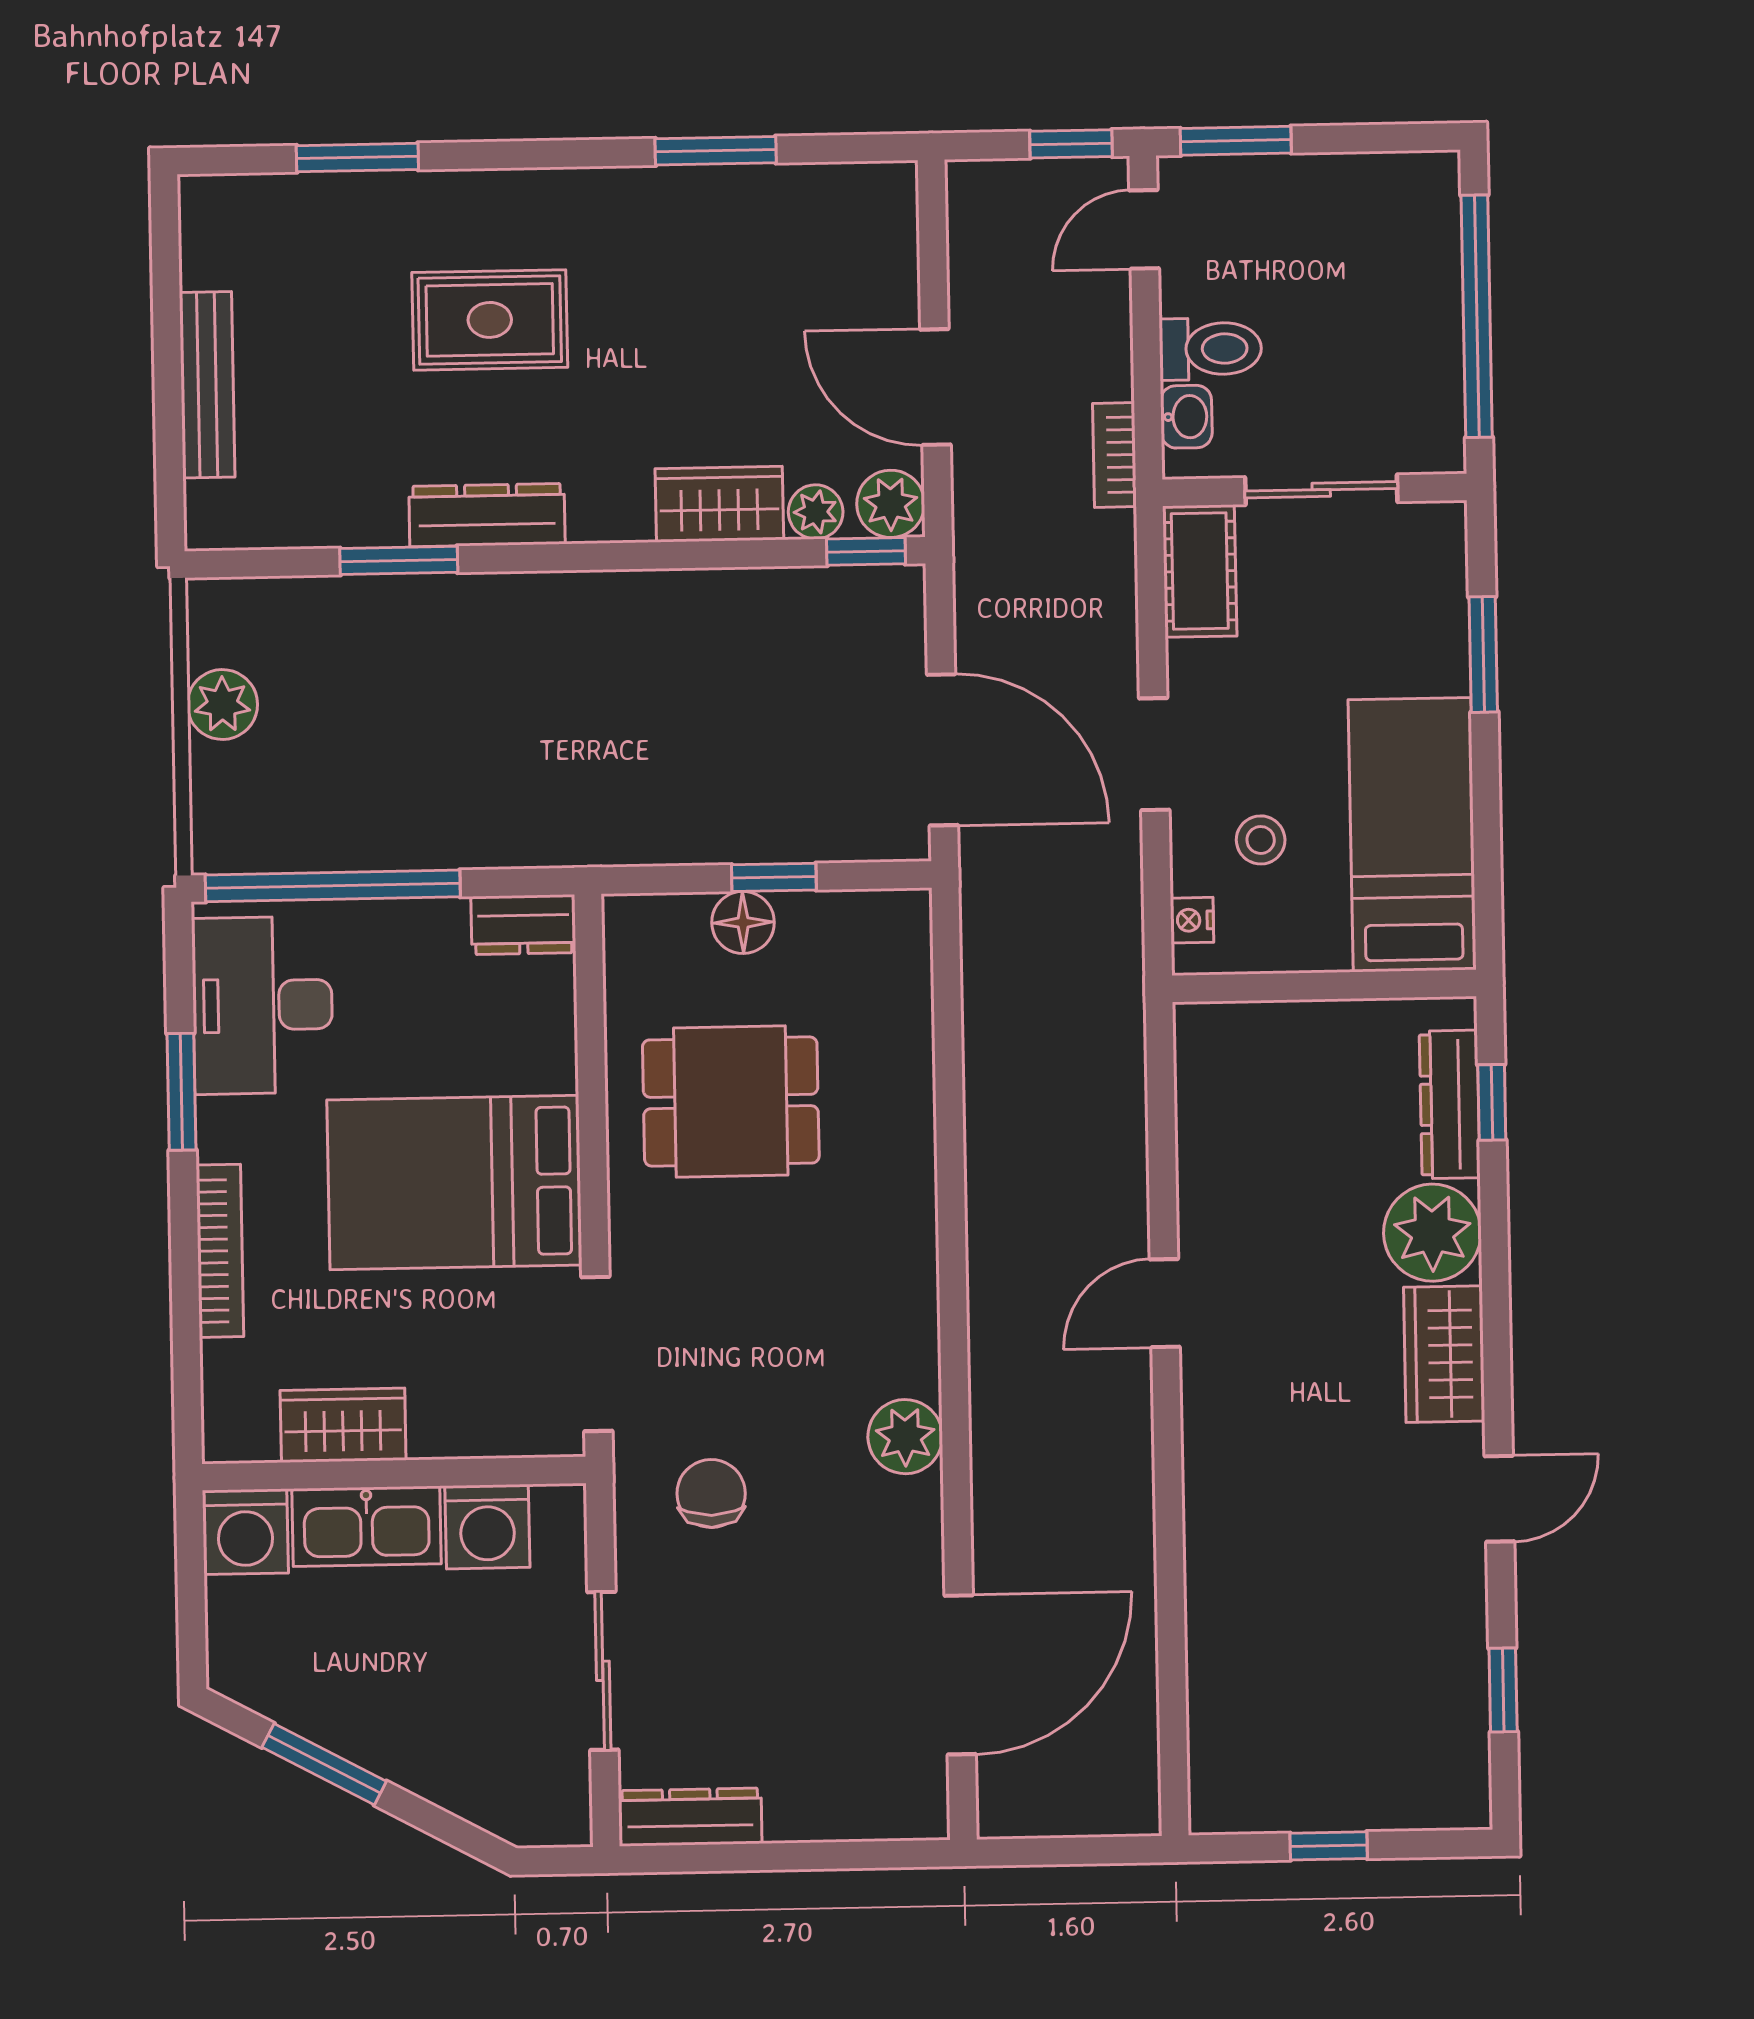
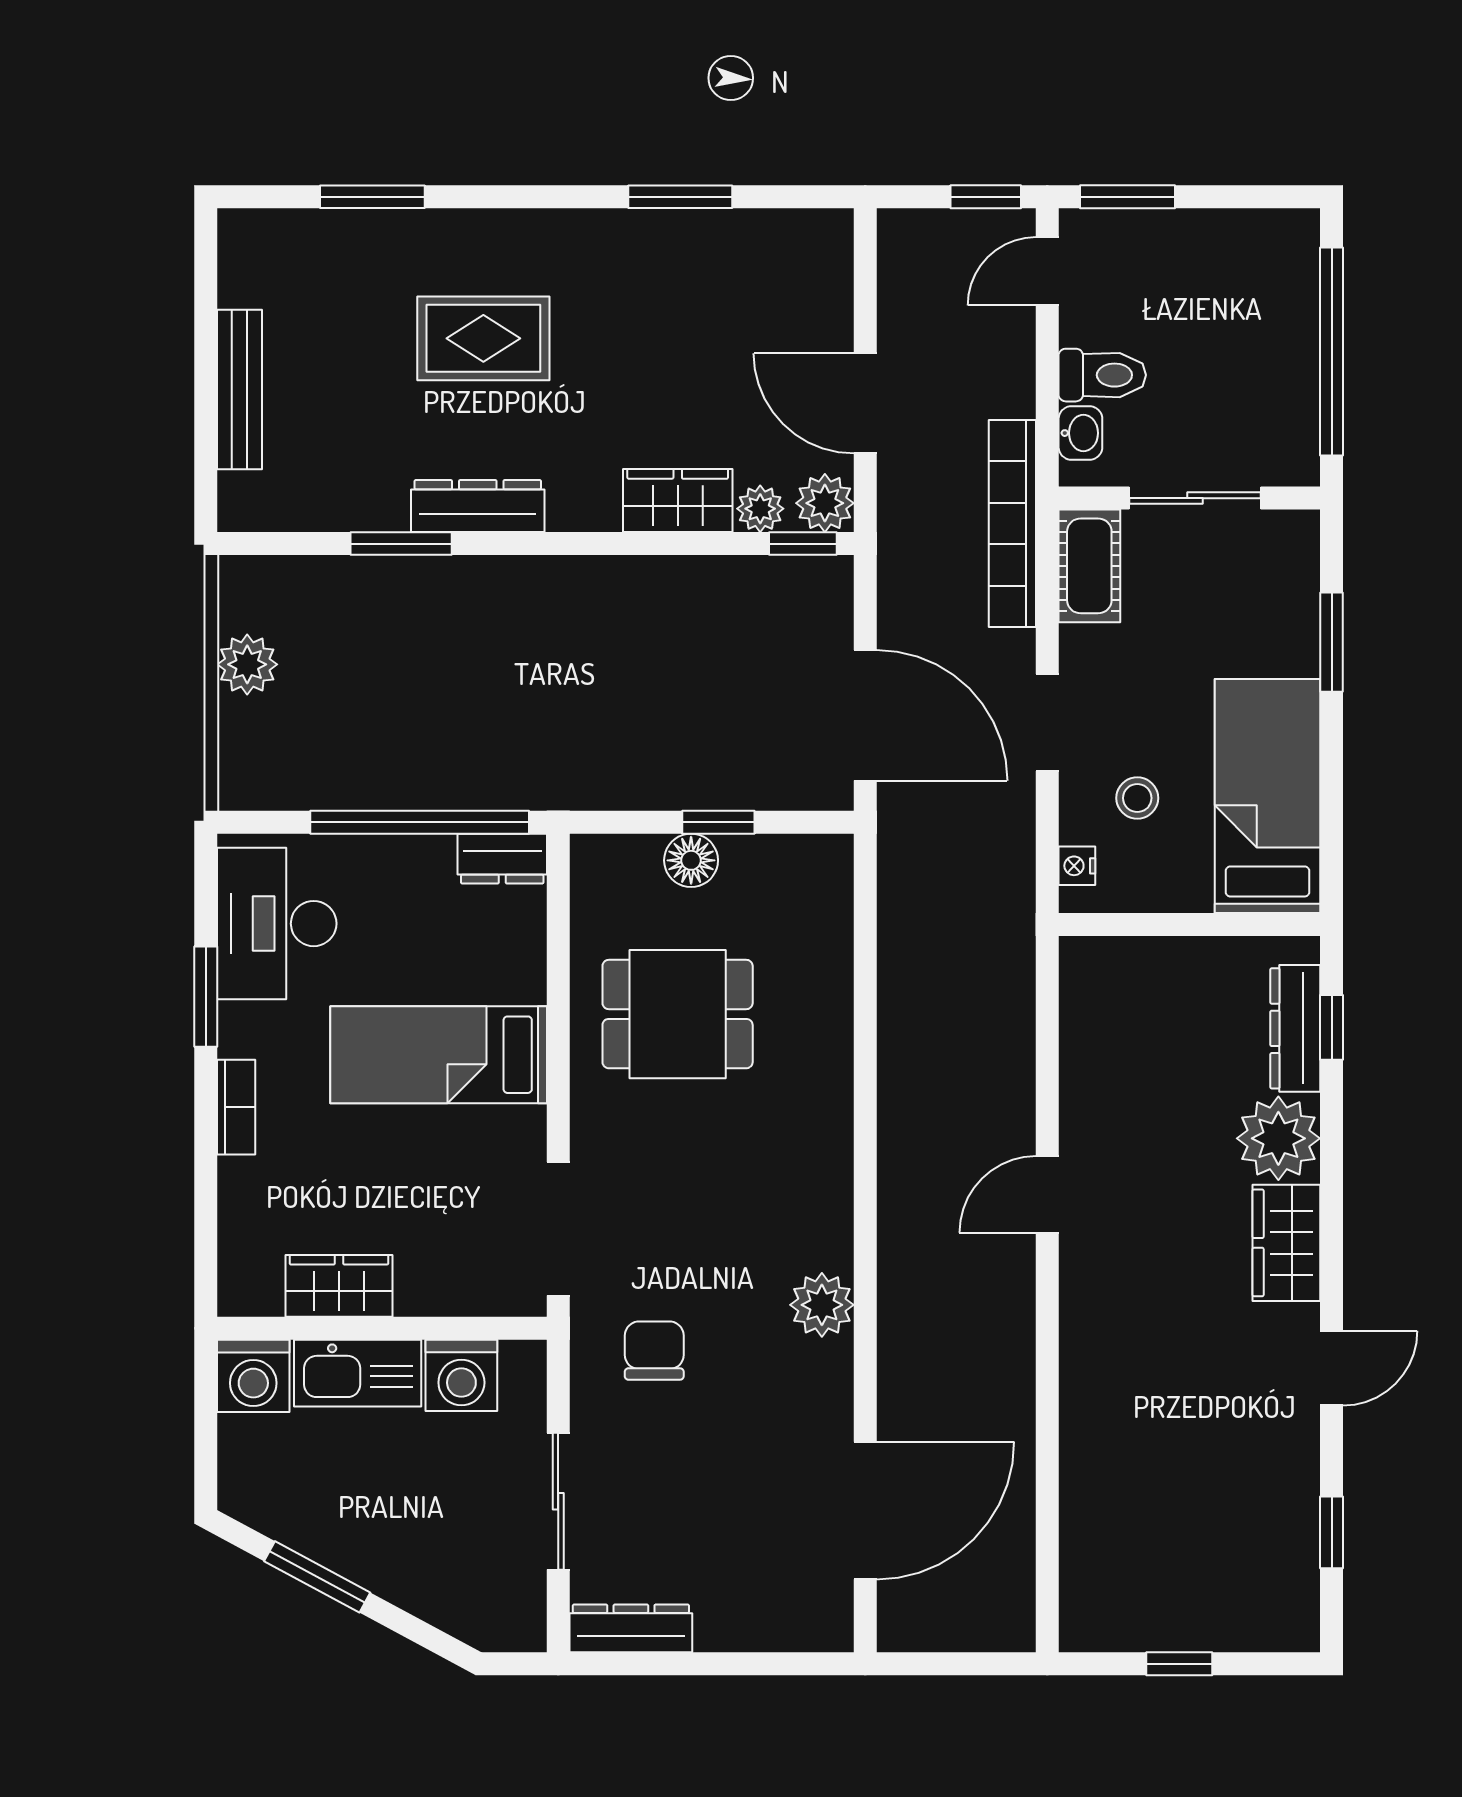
bookcase: (1114, 455) -> (1012, 524), width x2.31, depth x1.31
window: (333, 886) -> (420, 822), moved
bed: (454, 1182) -> (439, 1055), width x0.67
bookcase: (220, 1251) -> (236, 1107), width x0.64

